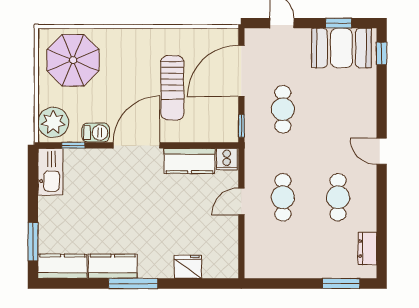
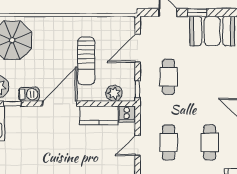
window: (339, 23) -> (197, 13), moved
door: (241, 71) -> (138, 48), width x0.73
plant: (210, 131) -> (114, 93), added

